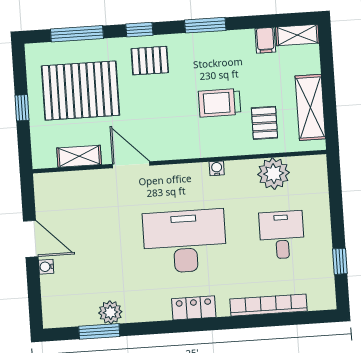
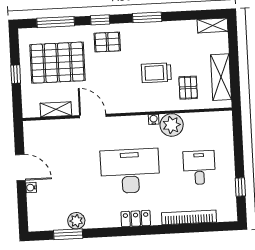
filing cabinet: (265, 40) -> (190, 29), removed
plant: (274, 174) -> (172, 125), moved

